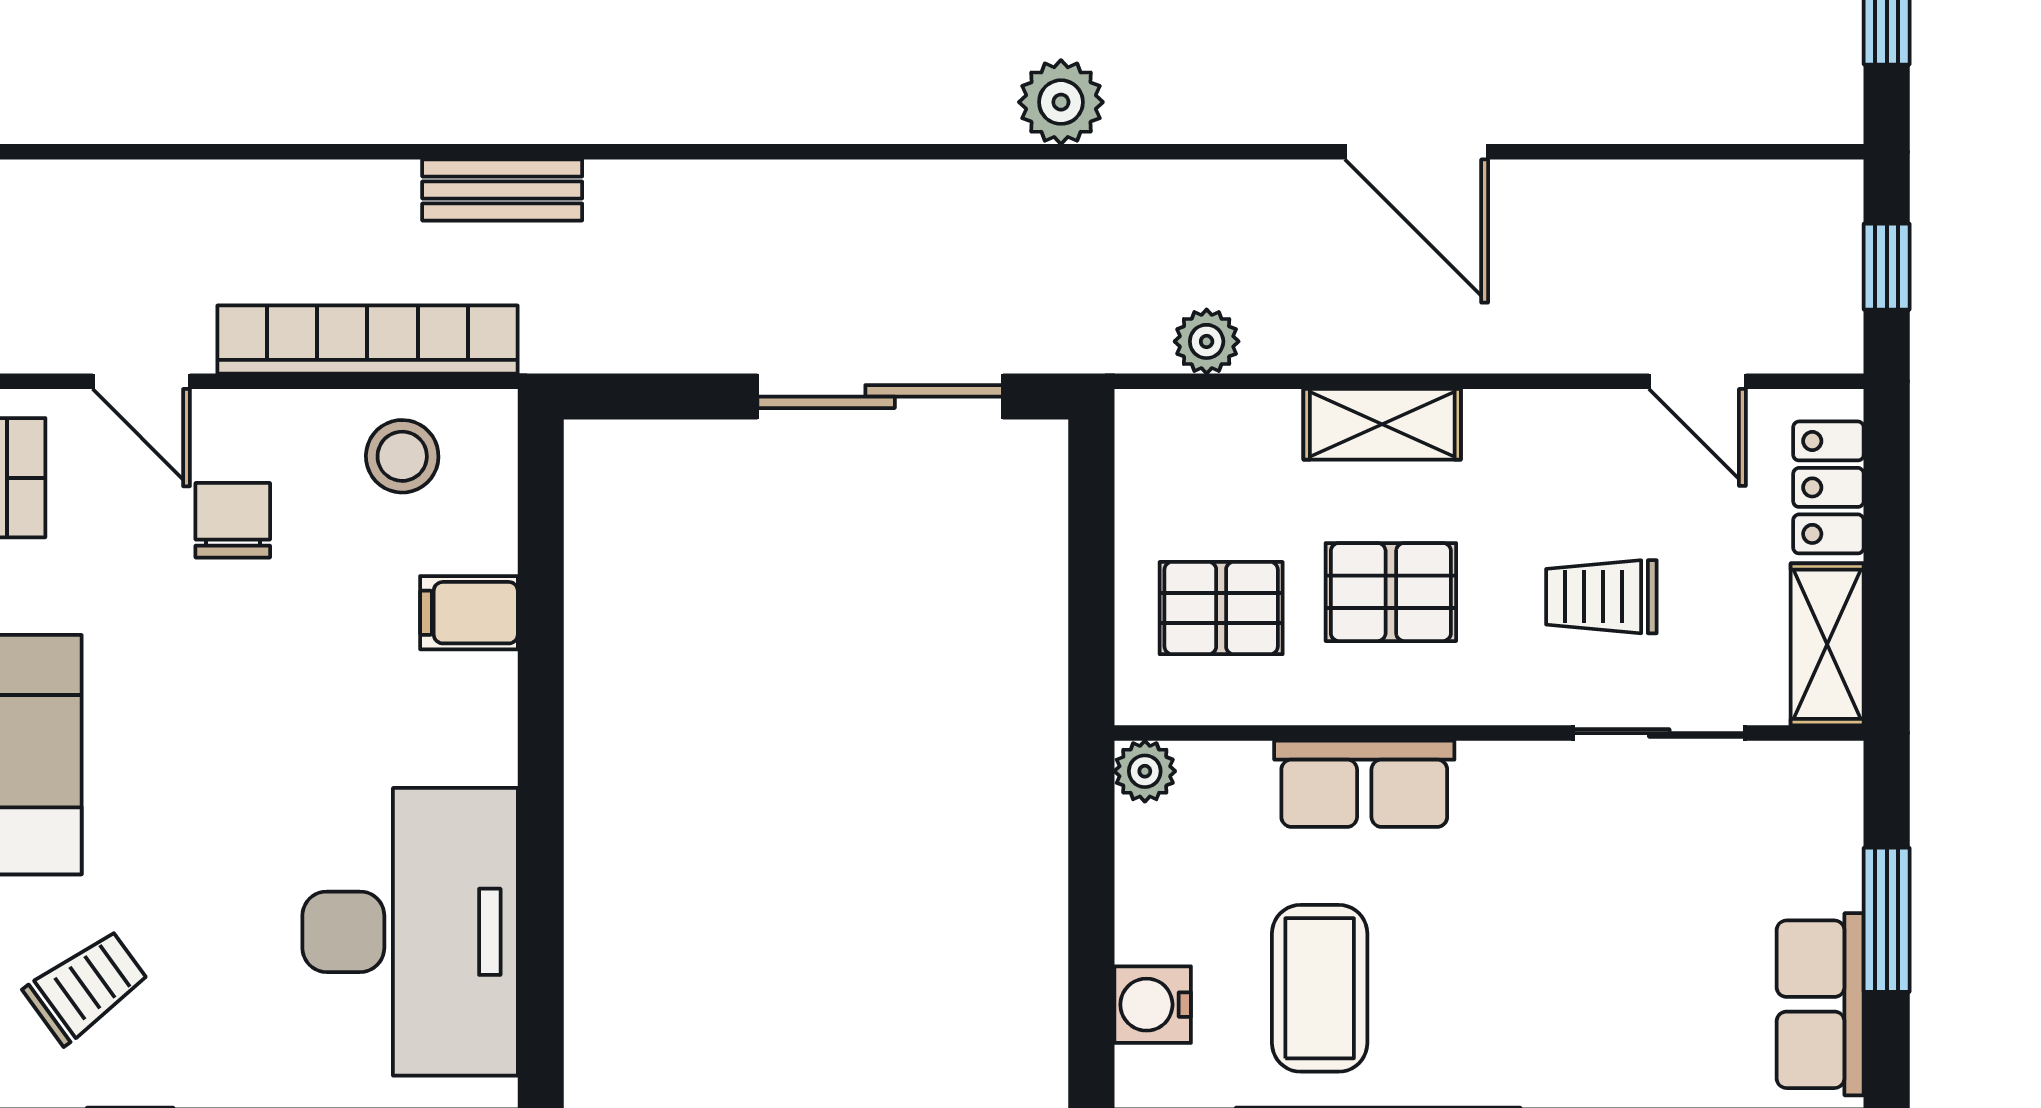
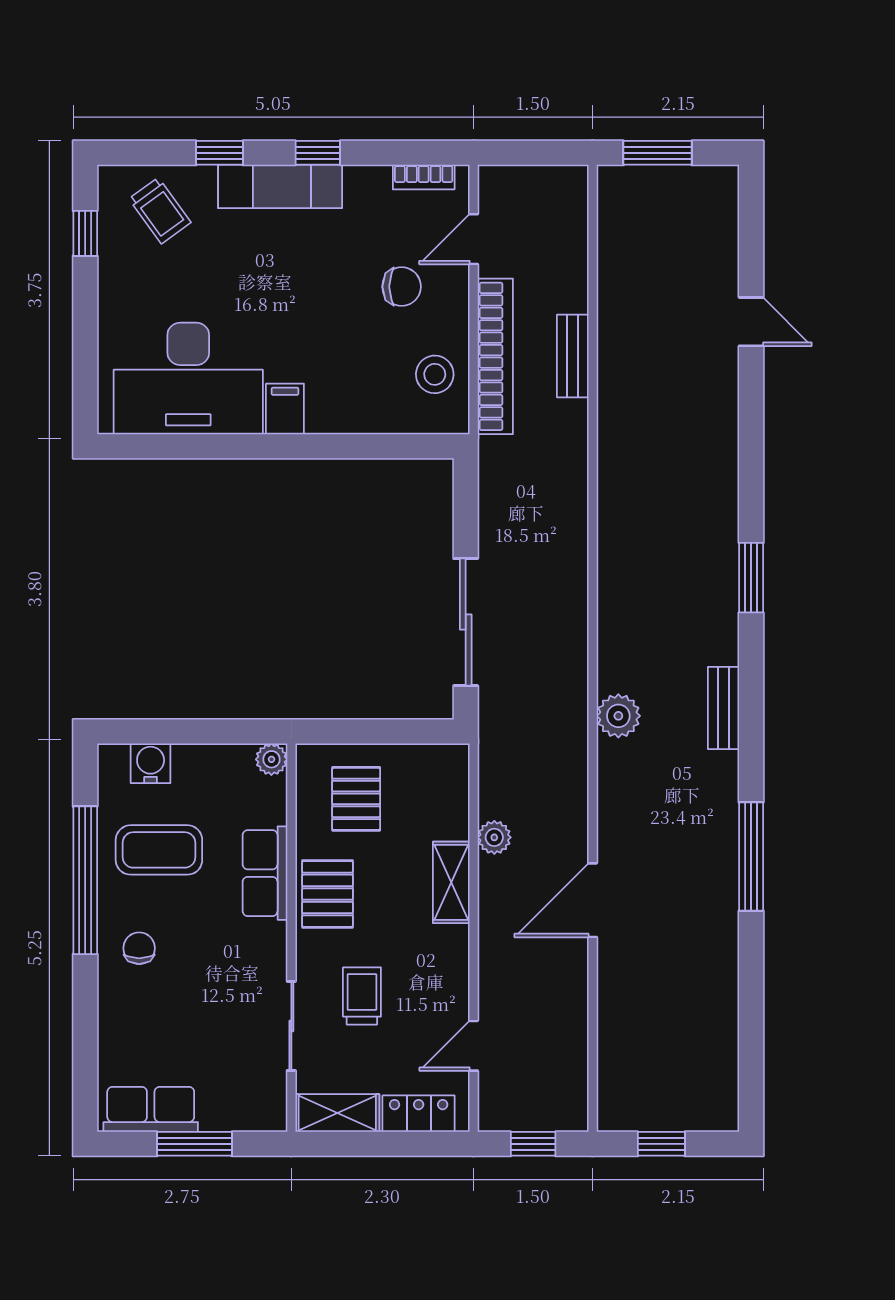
bench: (502, 190) -> (573, 356), moved
plant: (1207, 341) -> (494, 837), moved
pallet: (1391, 592) -> (328, 894), moved
filing cabinet: (469, 613) -> (285, 409), moved
chair: (1509, 1027) -> (139, 948), added

